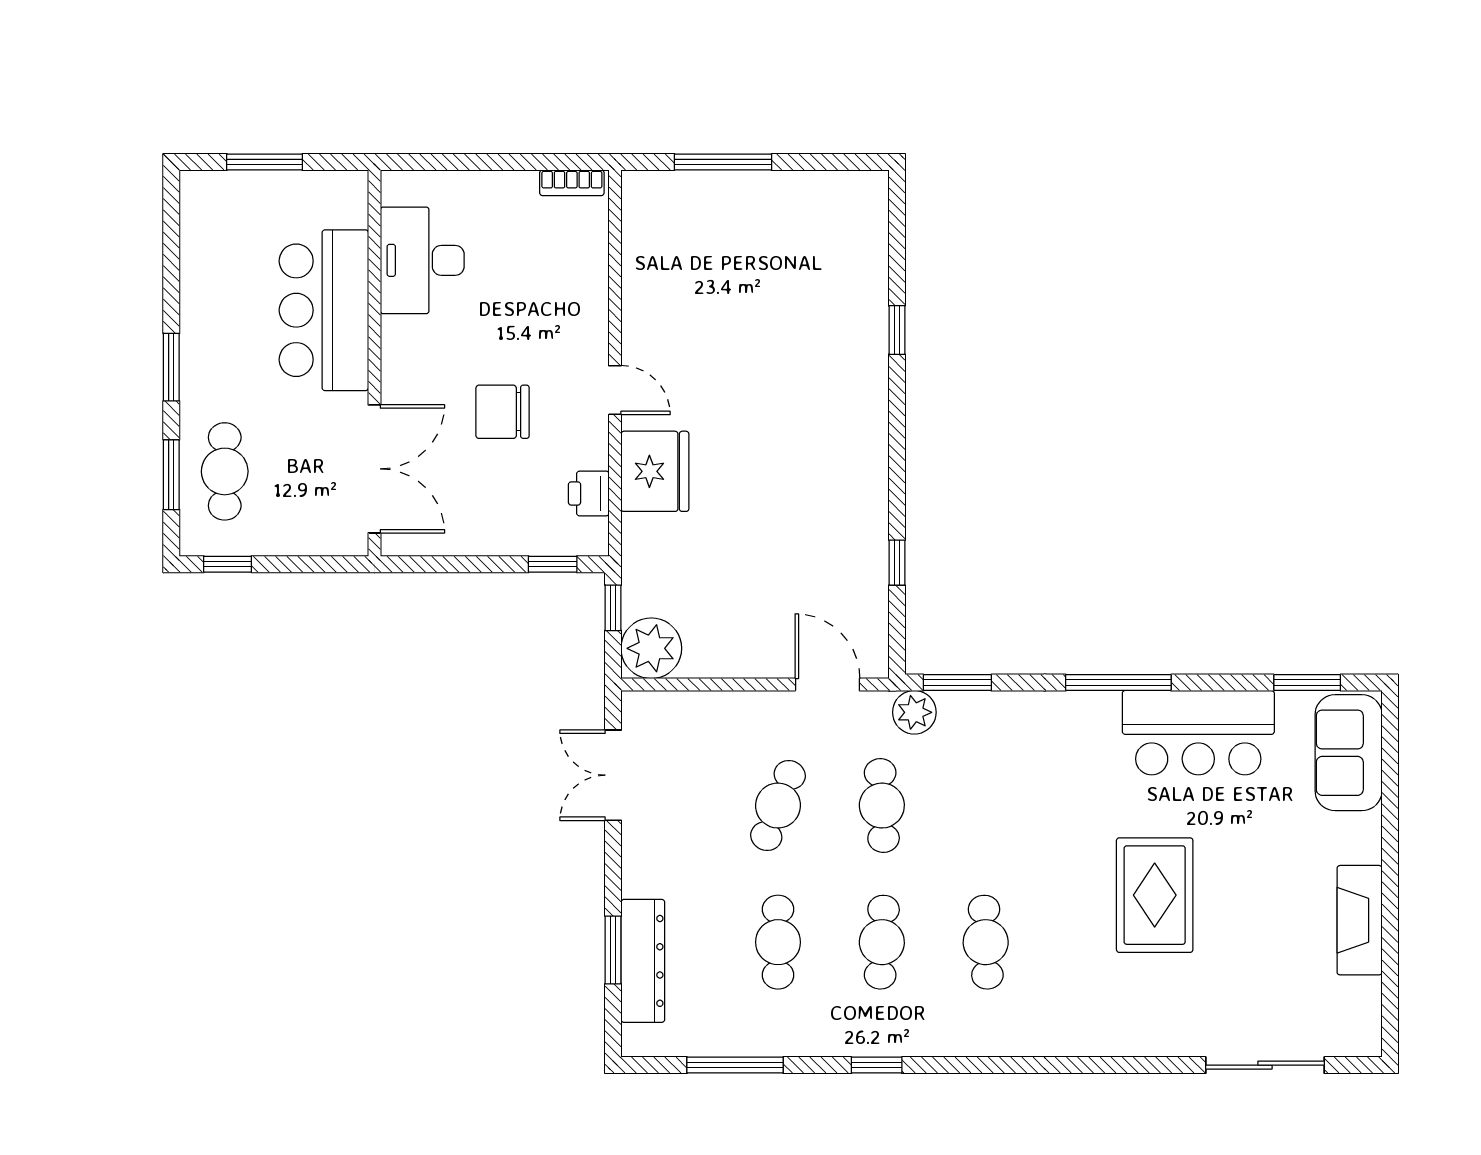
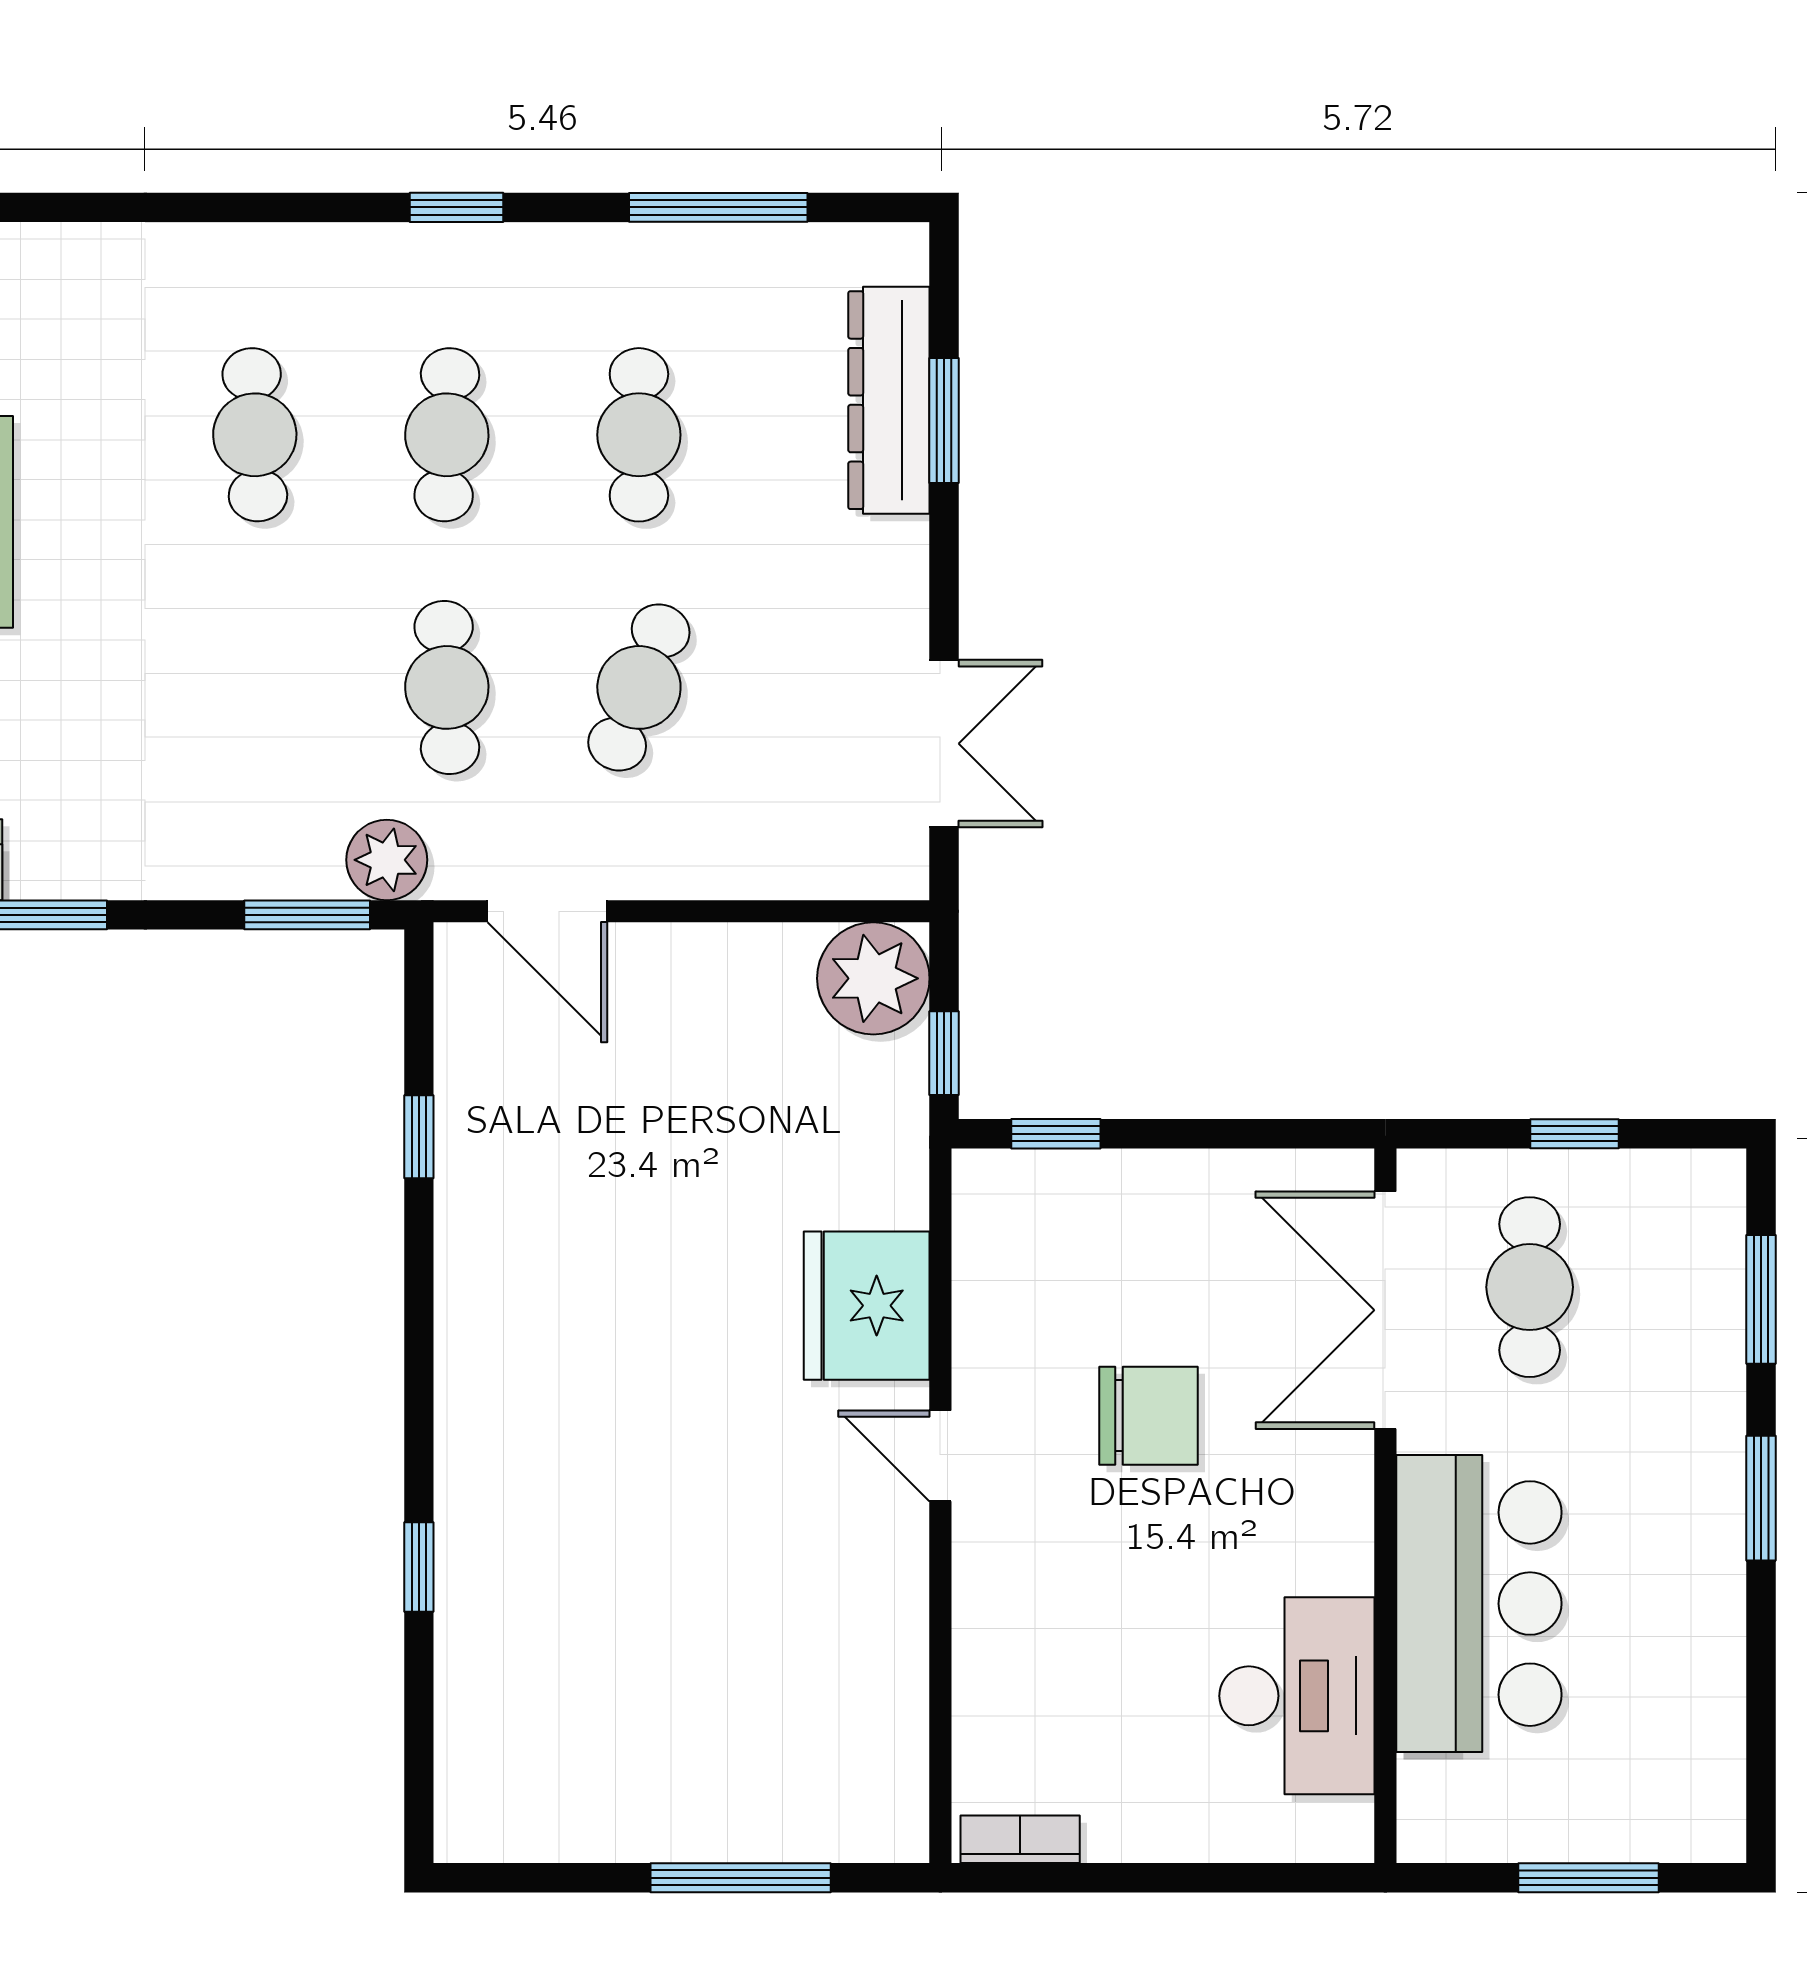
cafe table: (225, 471) -> (1530, 1287), moved
printer: (589, 493) -> (989, 1265), removed
window: (228, 564) -> (1575, 1134), moved

